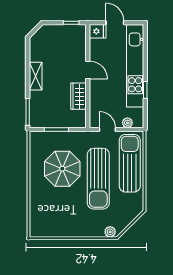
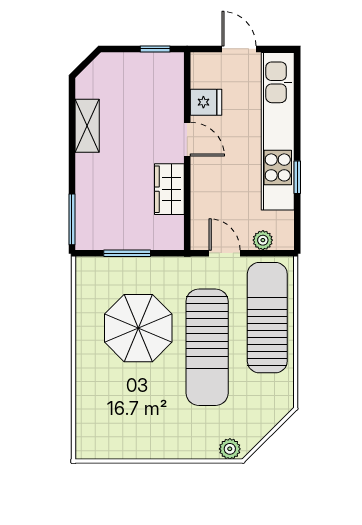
fridge: (98, 31) -> (206, 102), moved
shelving: (36, 76) -> (87, 126), moved

